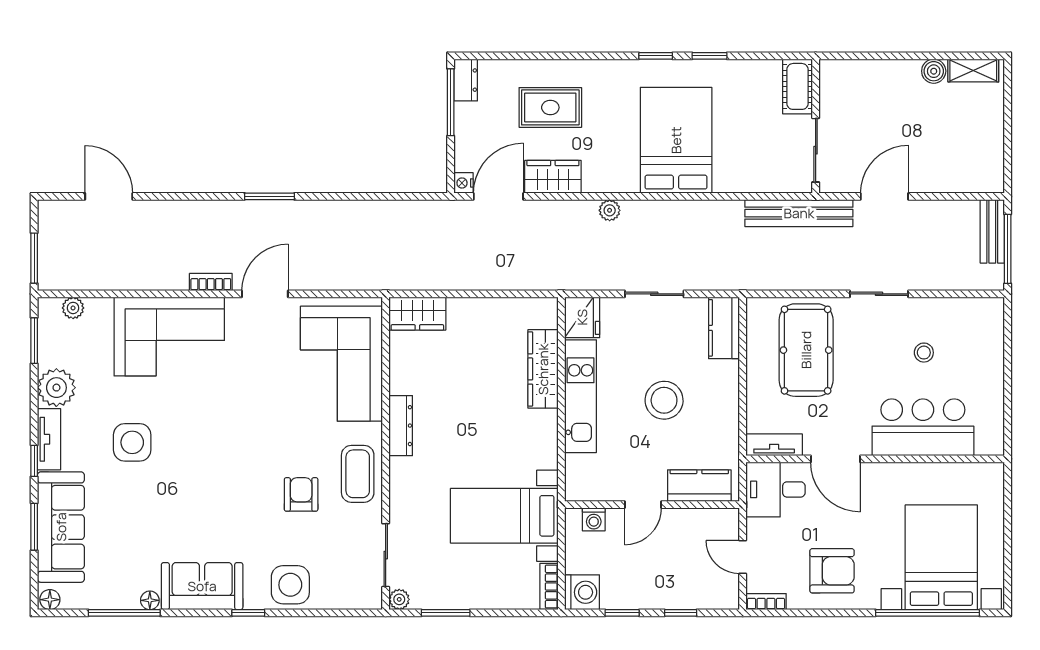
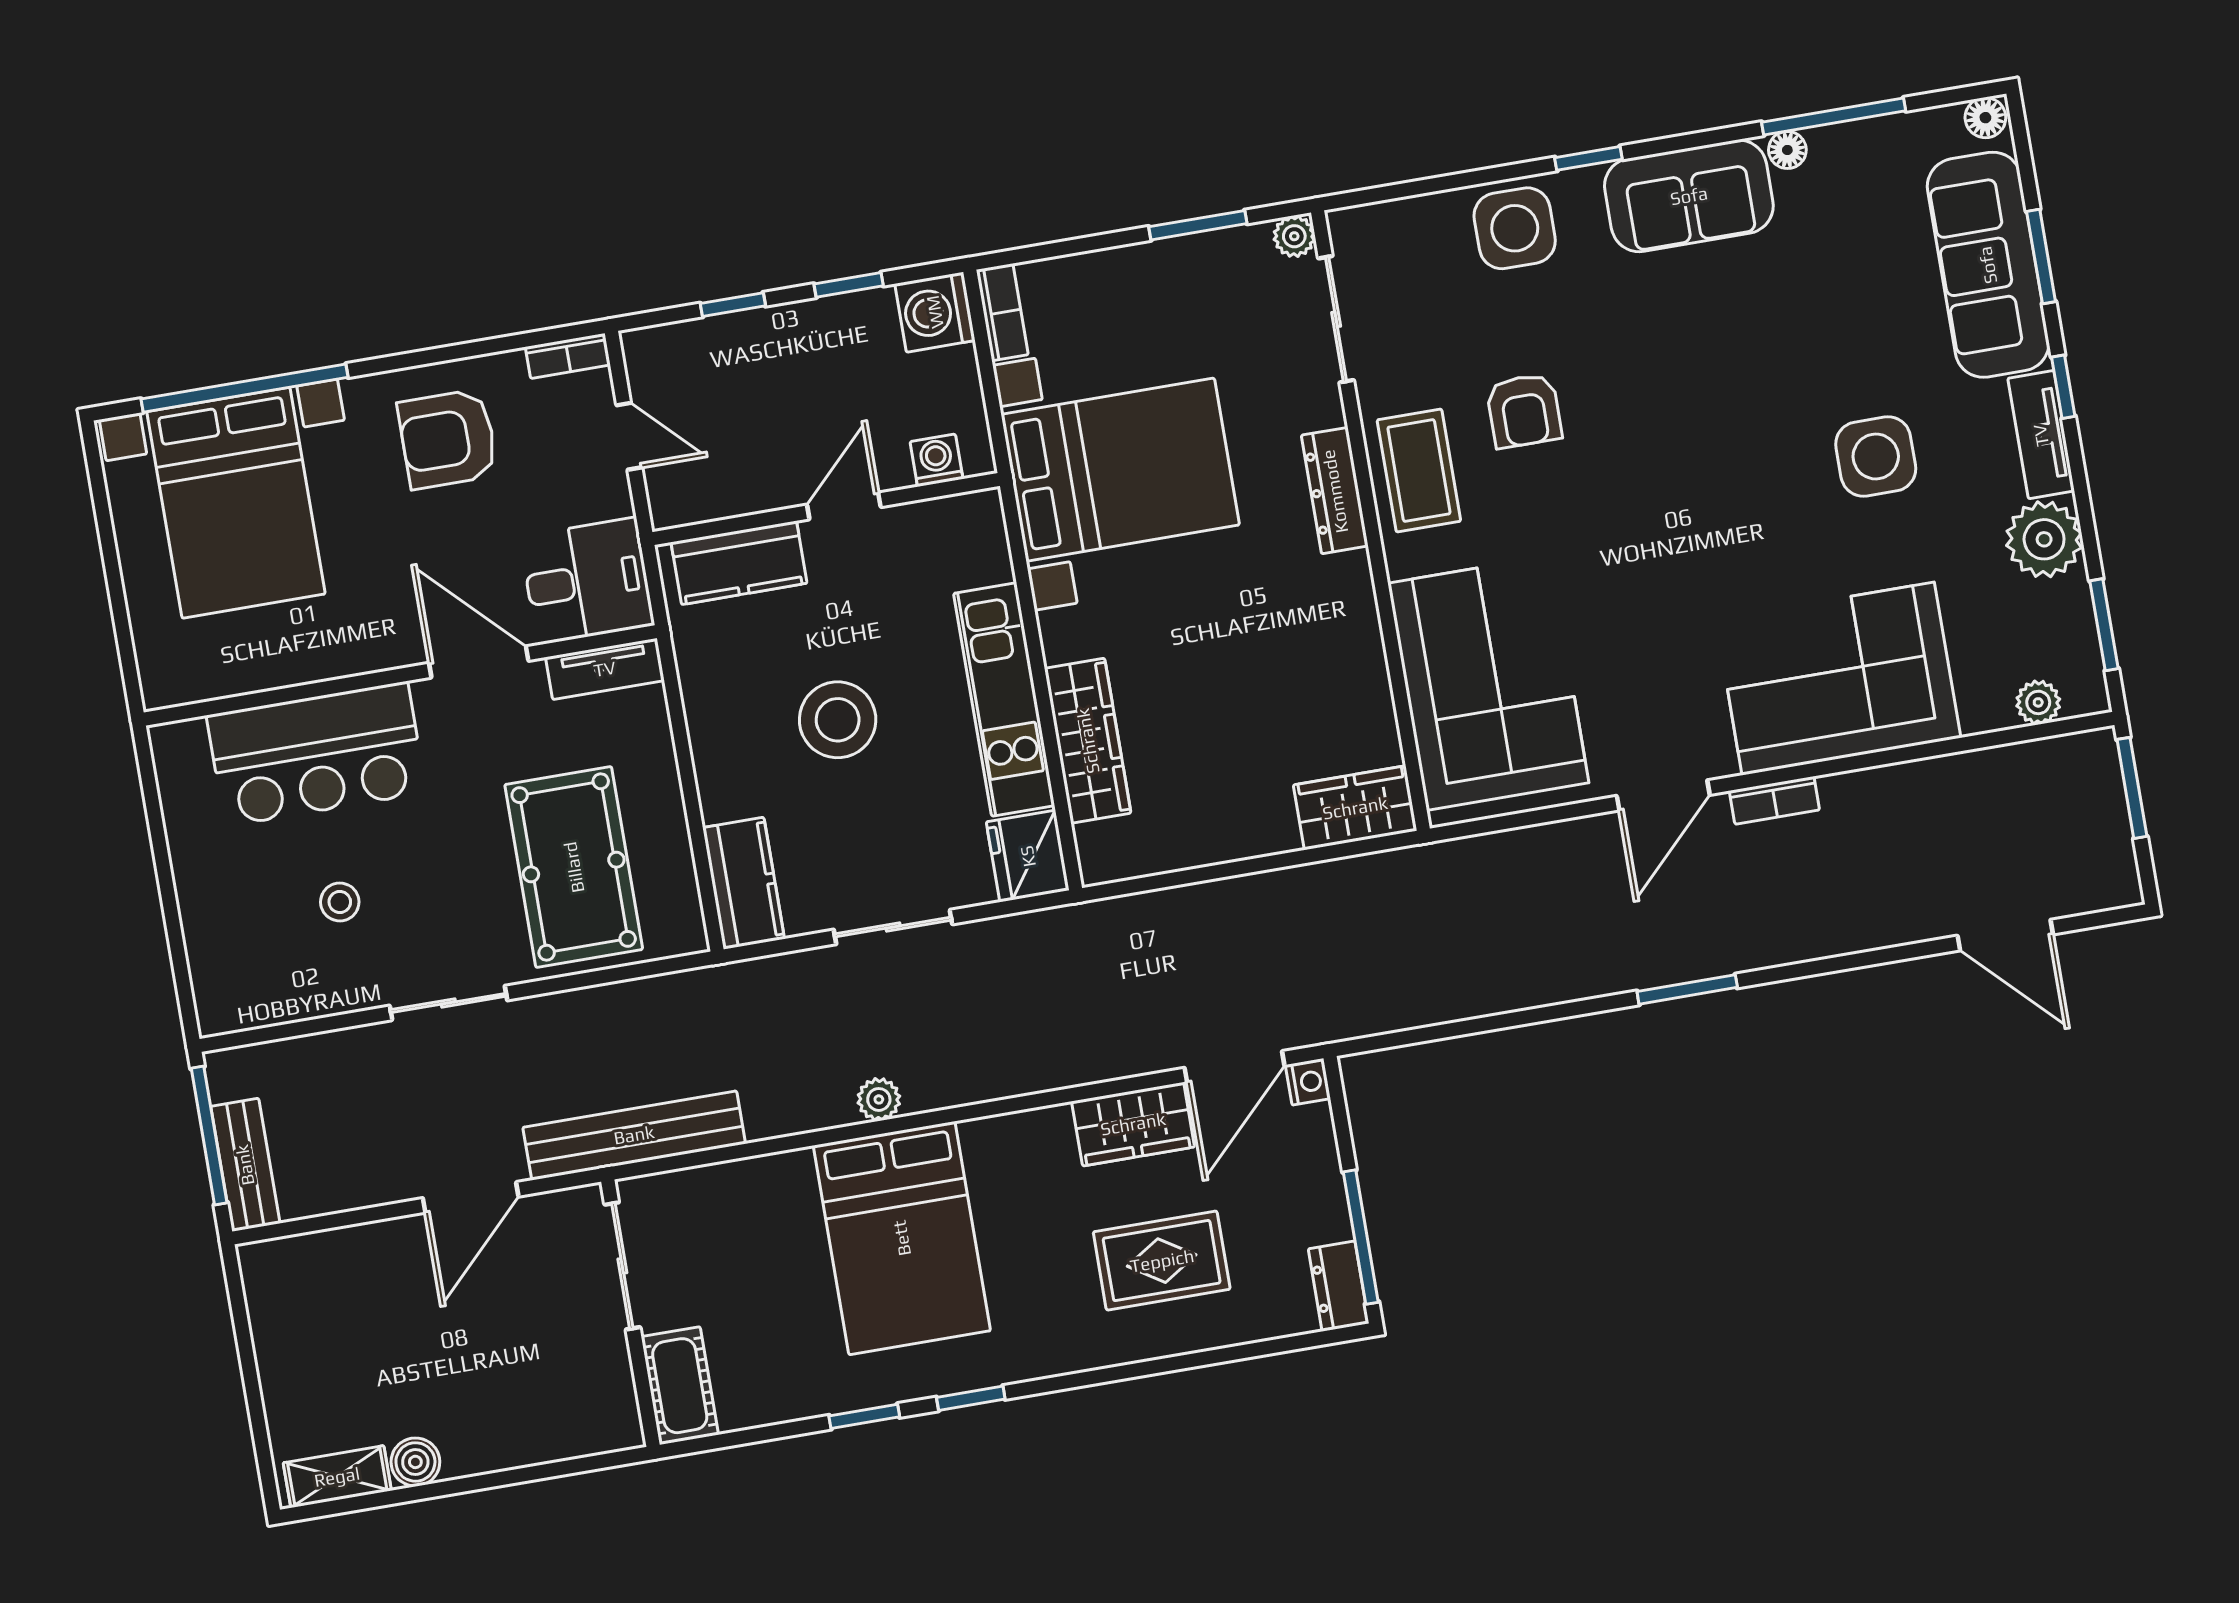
plant: (610, 210) -> (879, 1099), moved
dresser: (401, 426) -> (1335, 491), moved
bed with nightstands: (504, 516) -> (1120, 470), width x1.36

